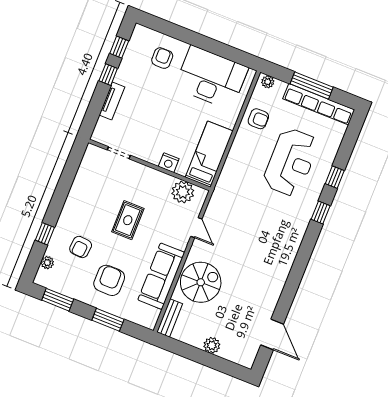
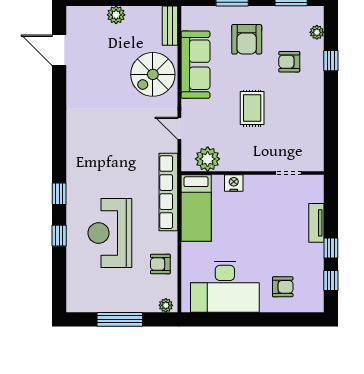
armchair: (162, 58) -> (283, 287), turned -90
row of seats: (319, 104) -> (168, 192), moved, turned -90
armchair: (81, 247) -> (289, 62), turned -95

